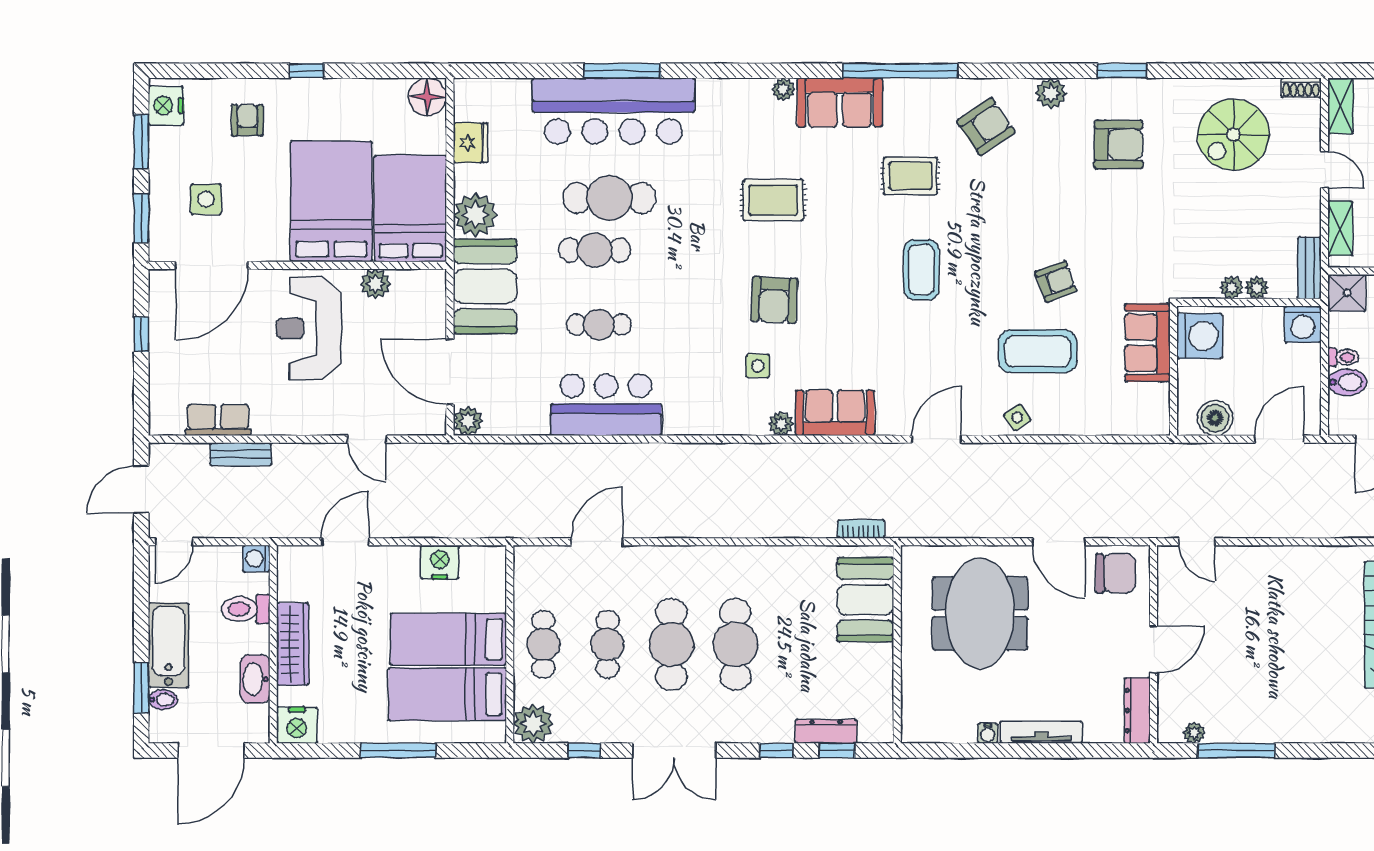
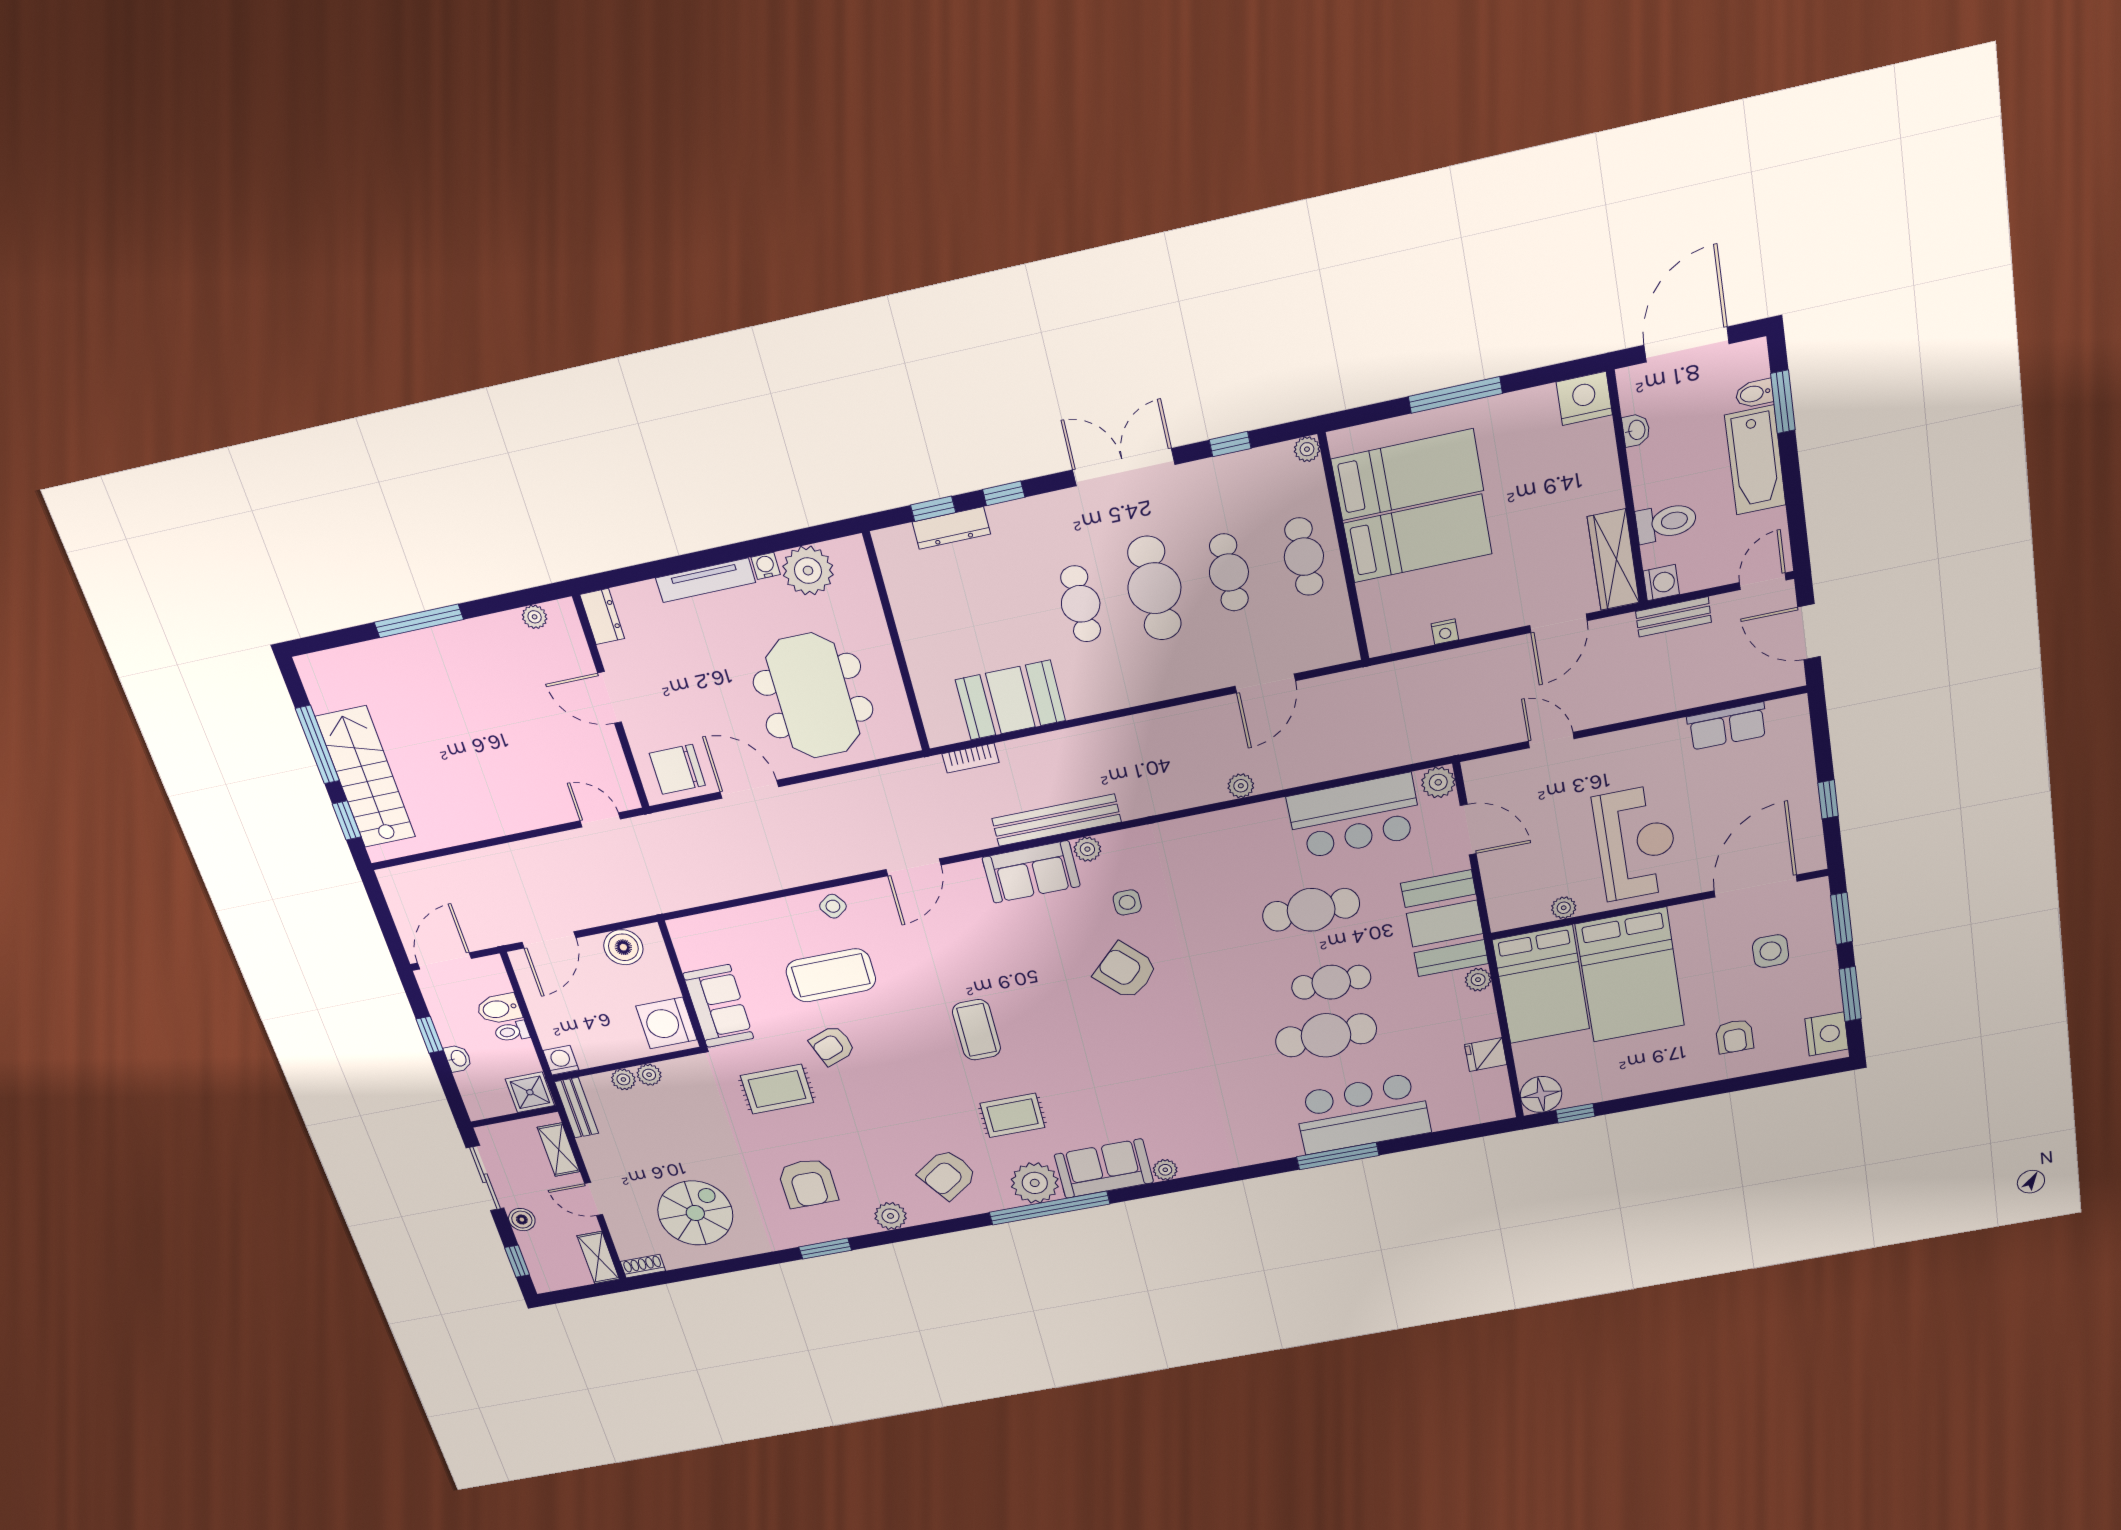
window: (307, 71) -> (1575, 1113), moved
plant: (907, 101) -> (1035, 1183), added
bar counter: (613, 111) -> (1362, 1113), width x0.73
fridge: (470, 143) -> (1486, 1055), width x0.72
armchair: (1118, 144) -> (808, 1183), turned -90
rug: (773, 200) -> (777, 1089), moved
plant: (475, 215) -> (1478, 980), width x0.53, depth x0.53
plant: (375, 284) -> (1564, 908), width x0.73, depth x0.73
armchair: (774, 300) -> (1126, 971), turned -47
washing machine: (1303, 324) -> (561, 1060), width x0.73, depth x0.73
cafe table: (599, 325) -> (1311, 910), width x1.37, depth x1.35
door: (450, 372) -> (1468, 830), width x0.73
bar counter: (606, 405) -> (1355, 816), moved
bench: (241, 454) -> (1674, 617), moved
plant: (636, 454) -> (1241, 786), added
bench: (801, 456) -> (1057, 820), added
door: (141, 489) -> (1809, 632), swing flipped
nightstand: (440, 562) -> (1445, 632), width x0.53, depth x0.56
booth: (865, 600) -> (1010, 700), moved, turned 90
wardrobe: (293, 644) -> (1613, 560), moved
cafe table: (735, 644) -> (1081, 604), width x0.73, depth x0.74
door: (1154, 649) -> (610, 698), hinge flipped
washbasin: (255, 679) -> (1636, 430), width x0.52, depth x0.69
dresser: (1137, 710) -> (602, 617), width x0.70
plant: (954, 722) -> (808, 571), added
plant: (533, 723) -> (1307, 449), width x0.53, depth x0.53
window: (1236, 751) -> (419, 621), moved

